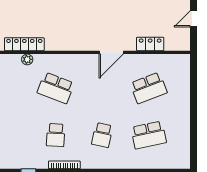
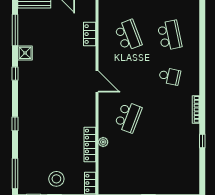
door: (111, 52) -> (97, 82), moved
school desk: (56, 135) -> (170, 117), removed

